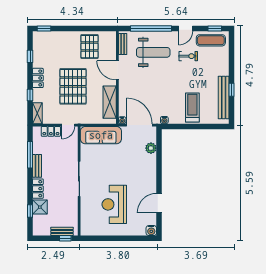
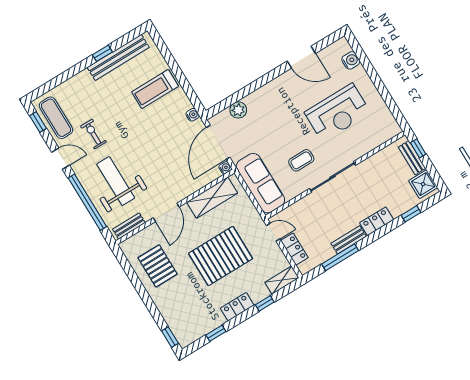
pallet: (89, 47) -> (158, 266), turned 90
coffee table: (100, 167) -> (301, 160), added
shower: (40, 207) -> (423, 184), moved
water cooler: (151, 231) -> (351, 60), moved

